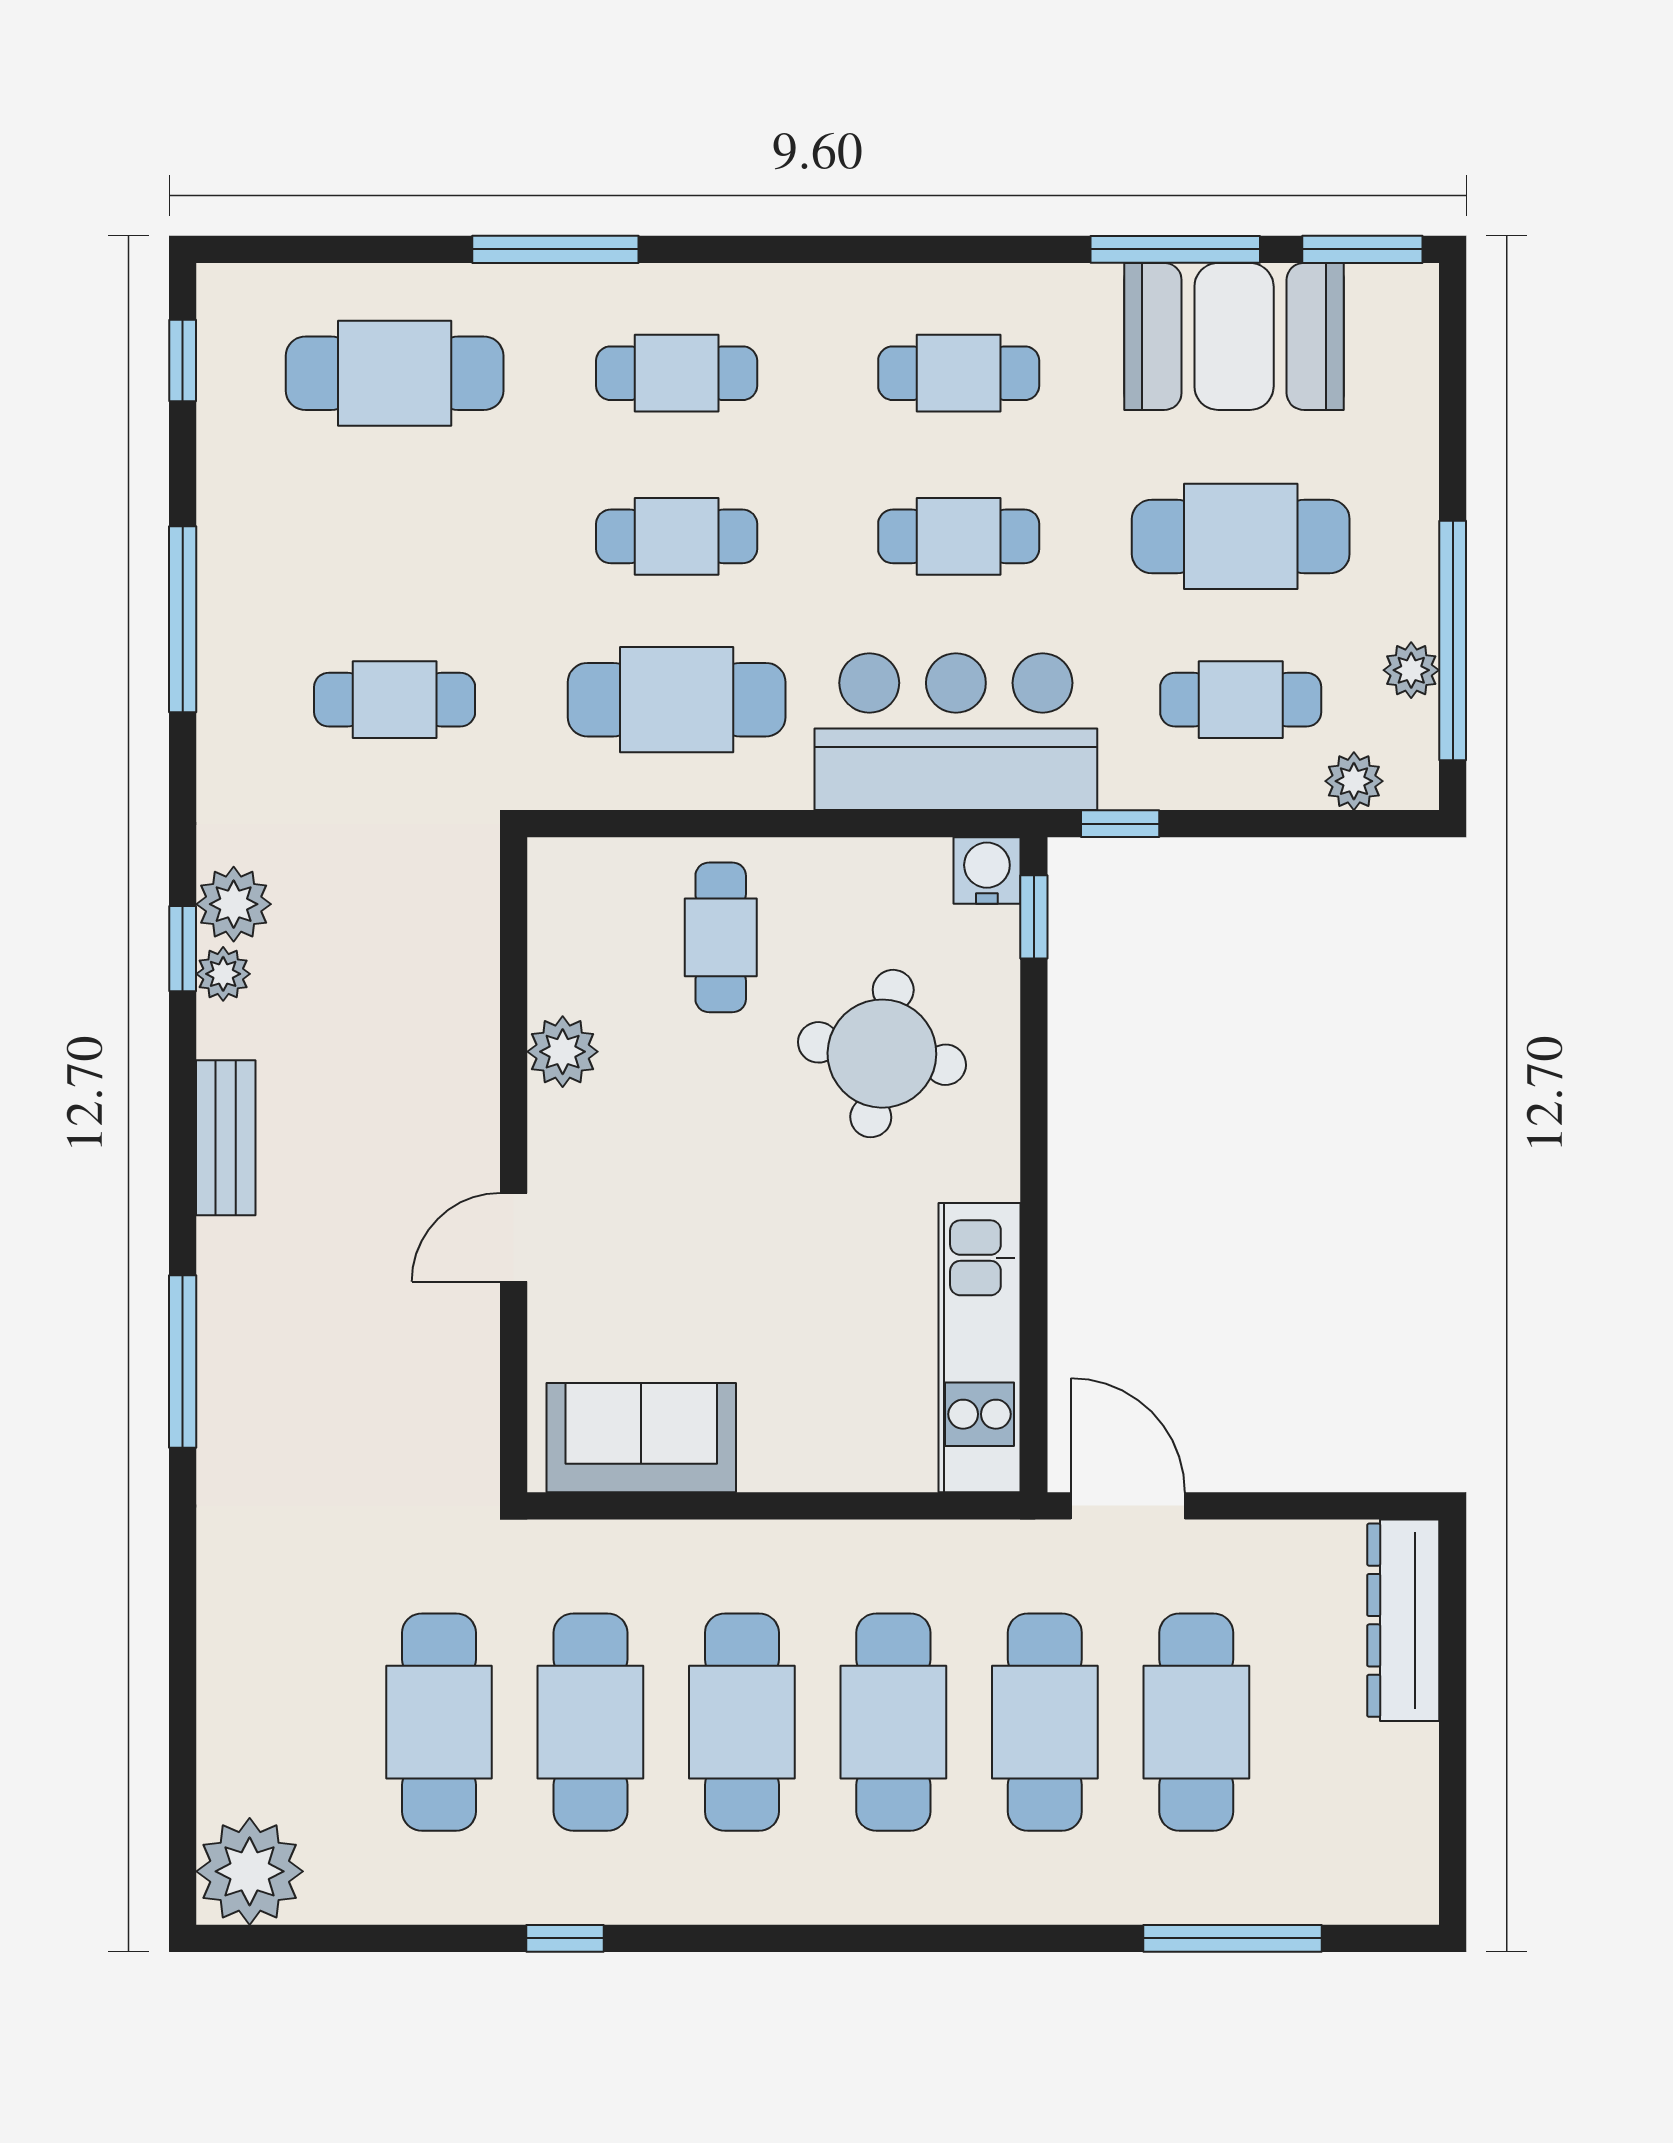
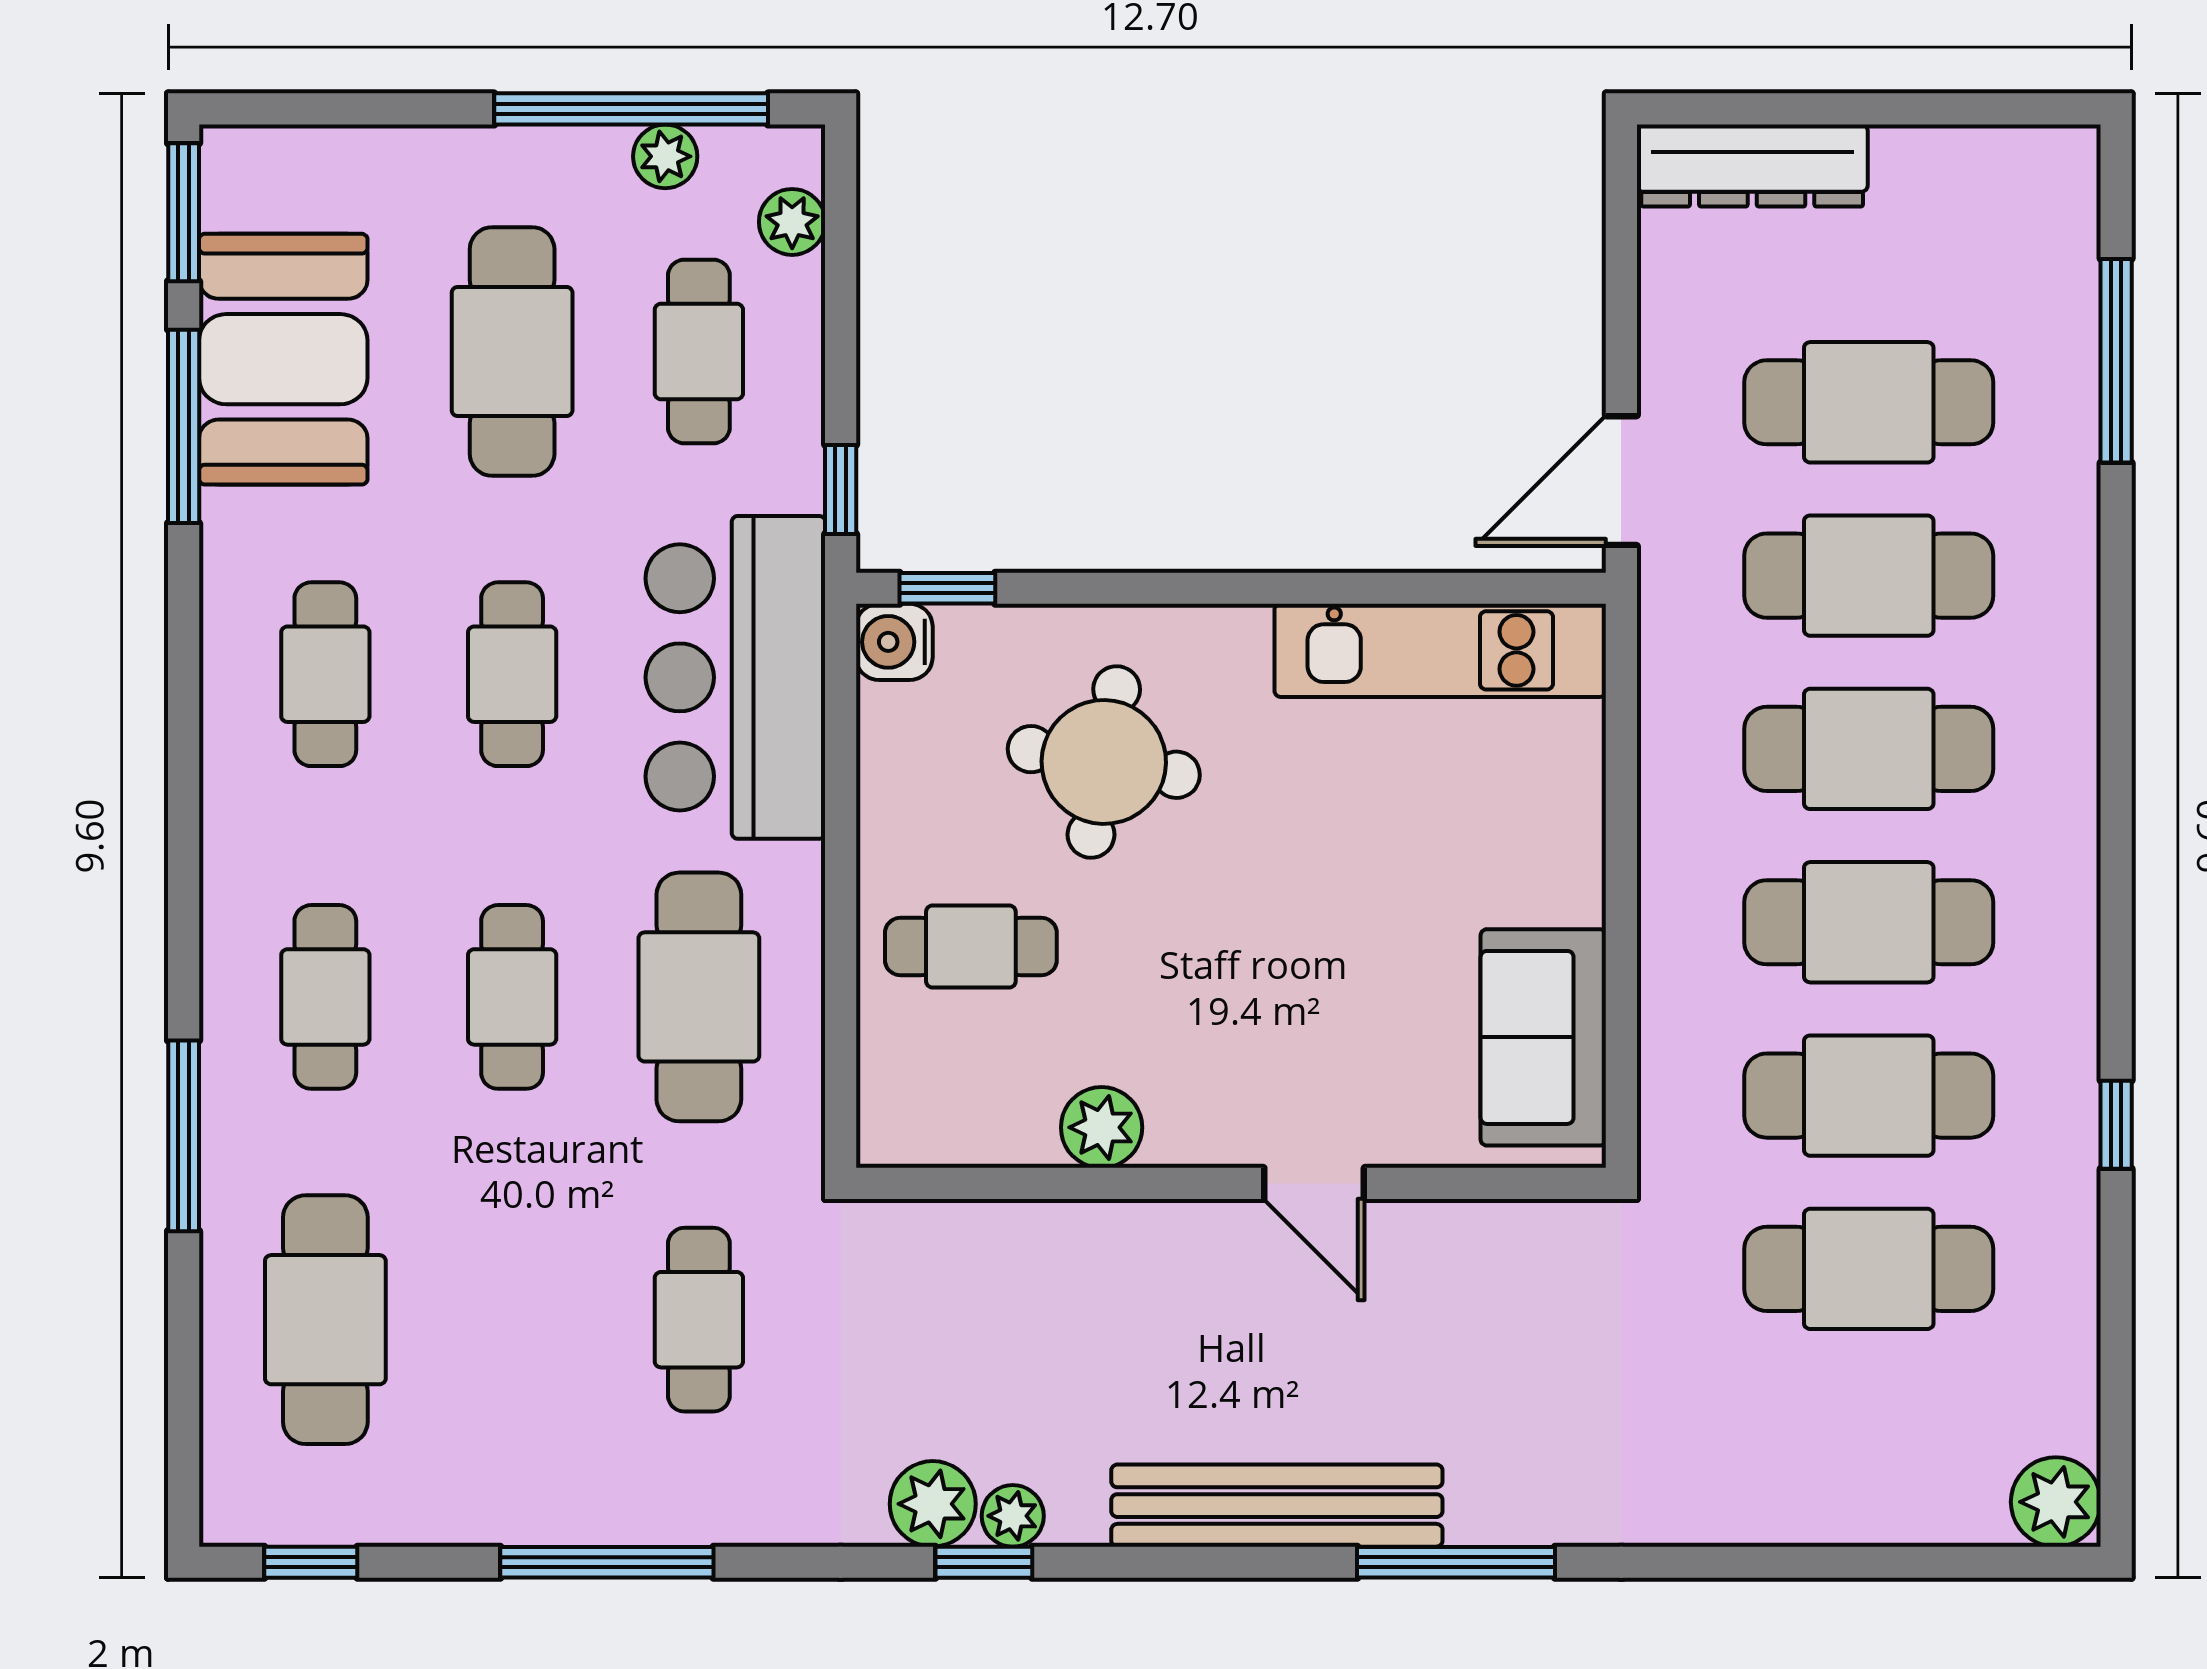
bench: (226, 1138) -> (1277, 1506), width x1.86, depth x1.21
plant: (250, 1871) -> (2056, 1502), width x0.73, depth x0.73

